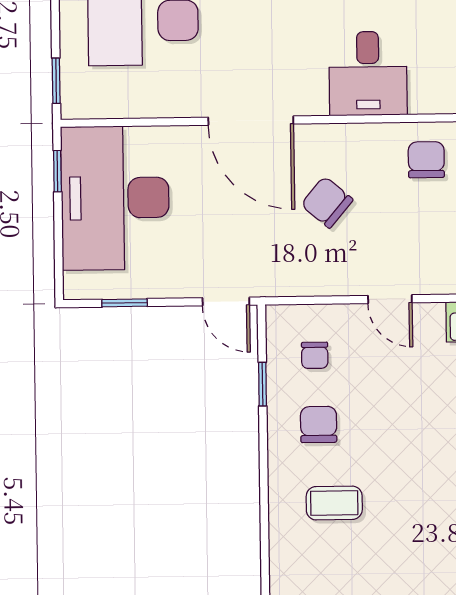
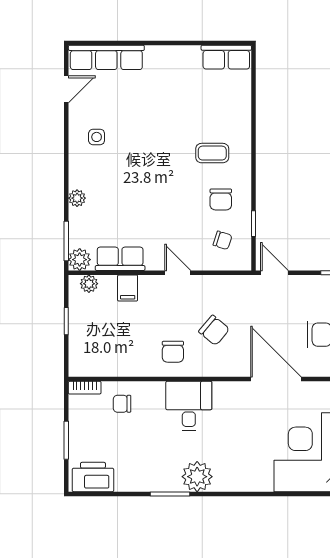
door: (251, 121) -> (276, 379), moved
chair: (426, 160) -> (173, 352), moved
chair: (315, 355) -> (223, 240), turned 108

